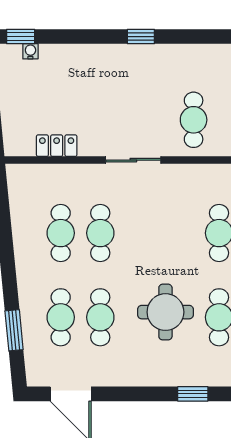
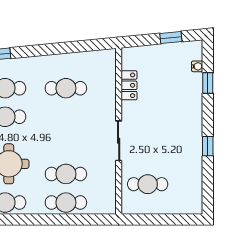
window: (21, 37) -> (208, 83), moved
cafe table: (100, 233) -> (66, 174), moved

